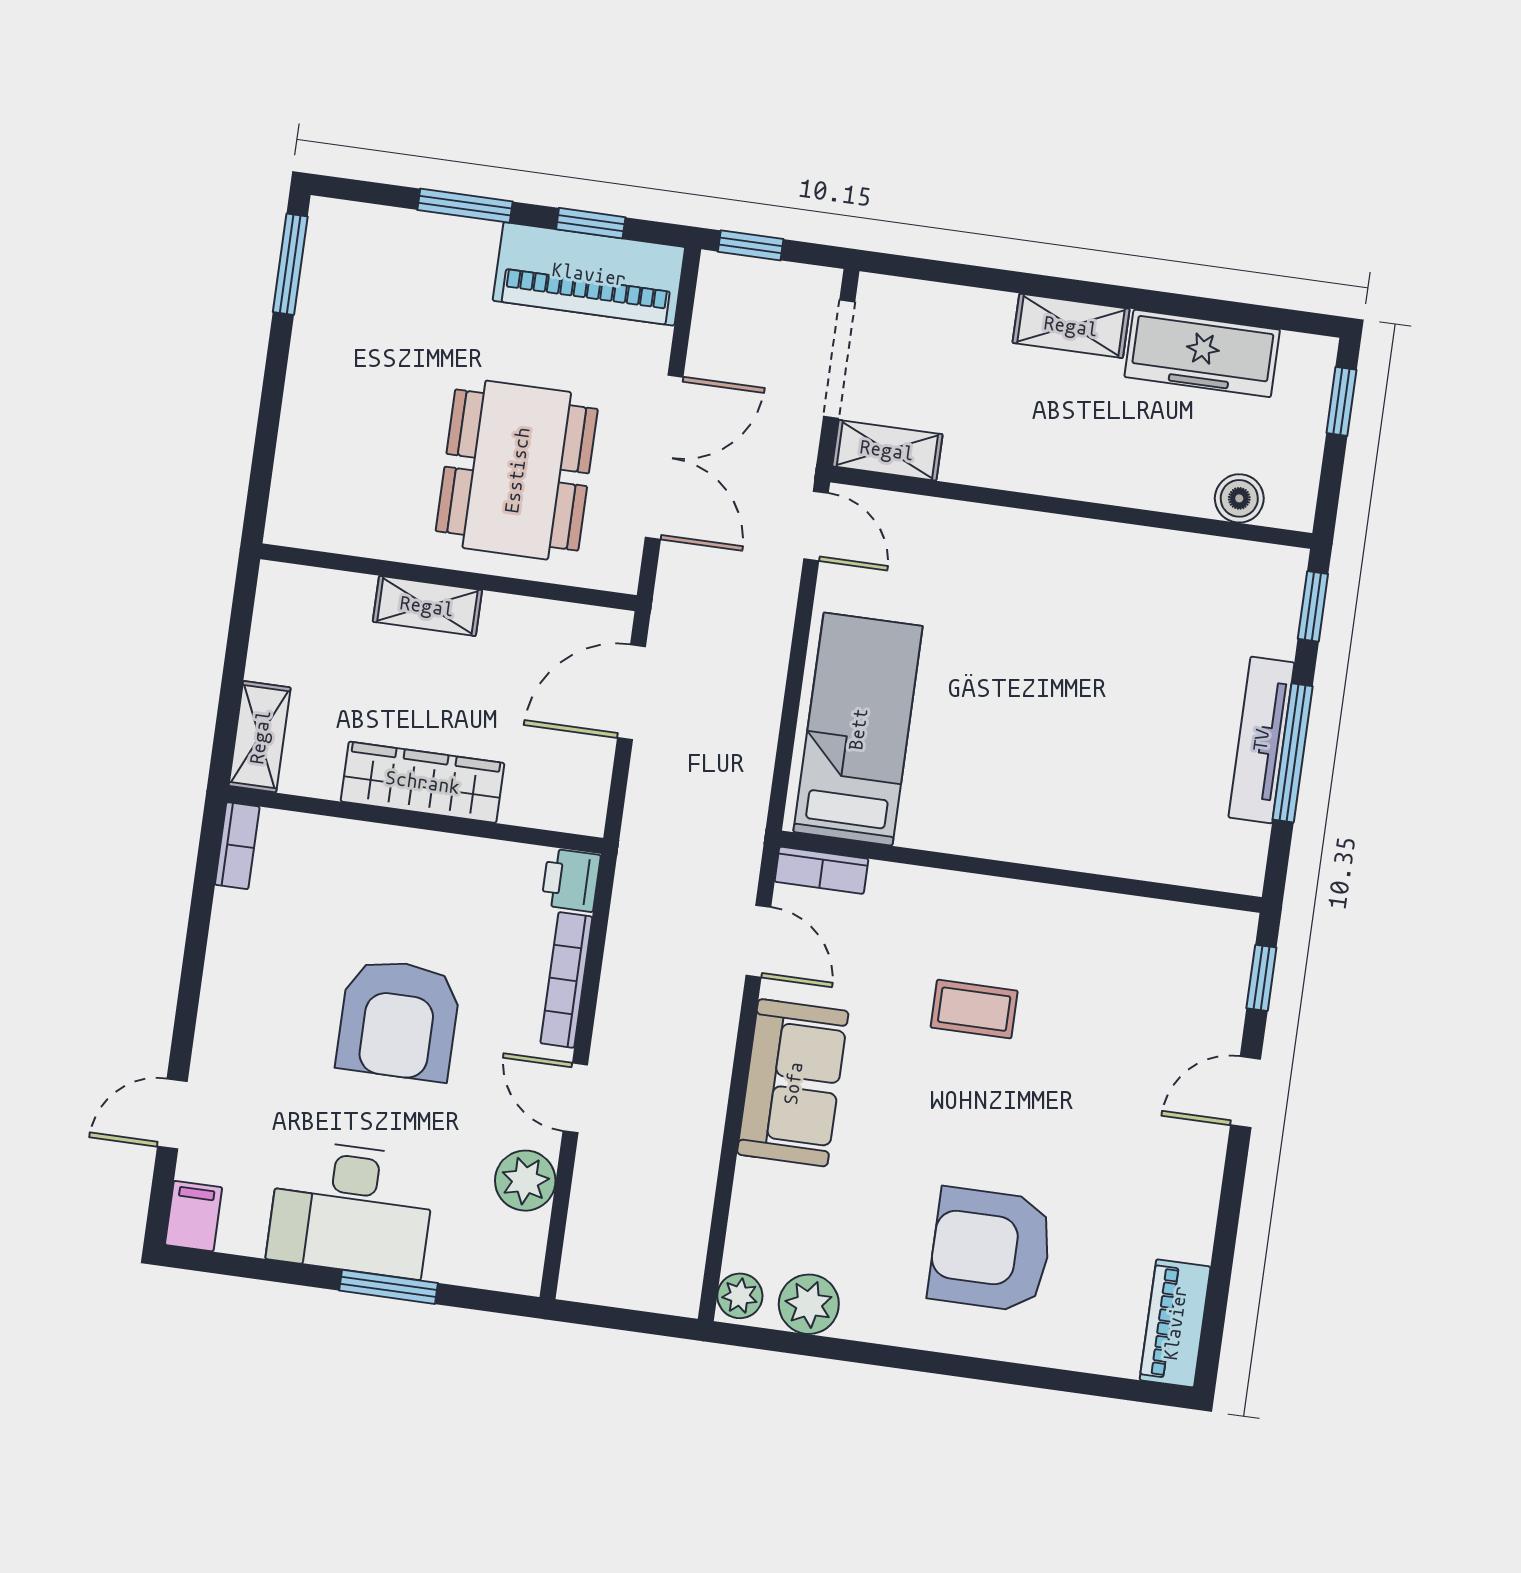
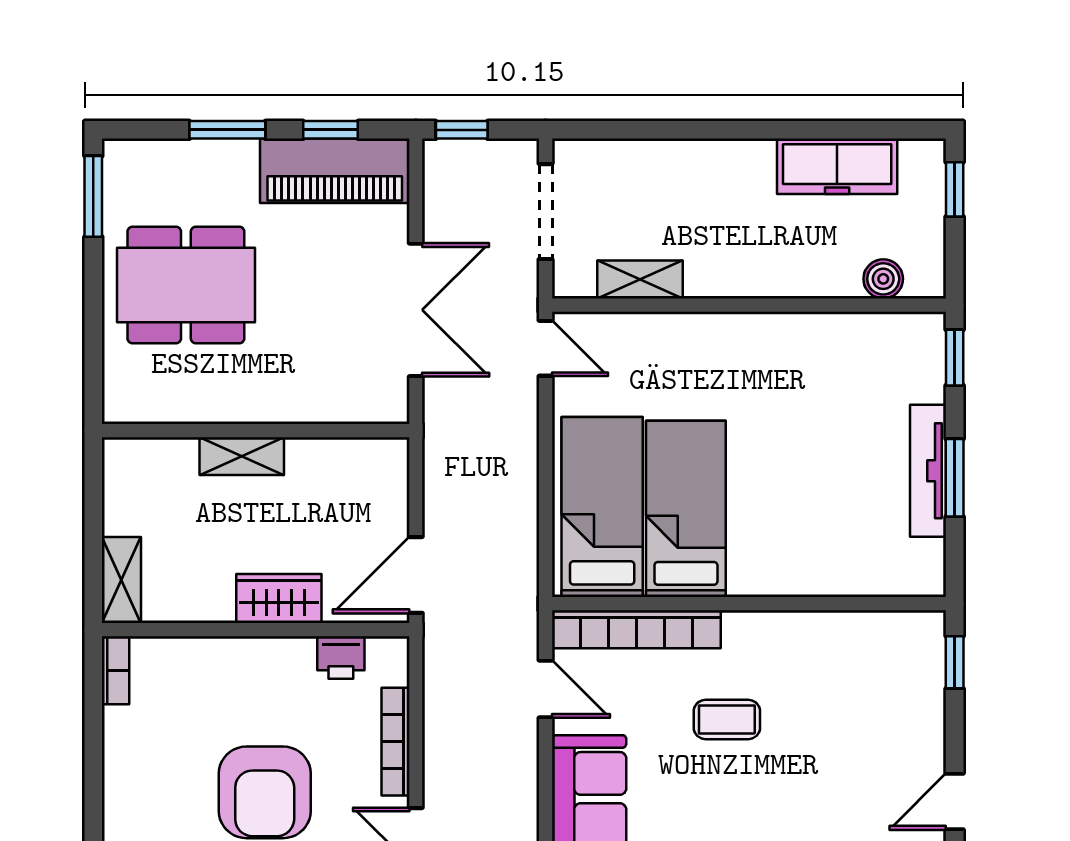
shelving: (1071, 326) -> (729, 159), removed
shelving: (887, 450) -> (640, 279), moved
dining table: (517, 470) -> (186, 285), moved, turned 90
door: (632, 692) -> (416, 575), moved
bed: (960, 745) -> (686, 509), added
window: (1293, 753) -> (955, 478), width x0.69
wardrobe: (423, 782) -> (279, 599), width x0.67
bookcase: (822, 870) -> (636, 629), width x2.31, depth x1.31
printer: (571, 880) -> (341, 658), moved, turned -90
door: (1246, 1092) -> (955, 801), moved

